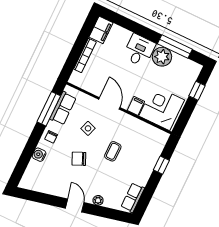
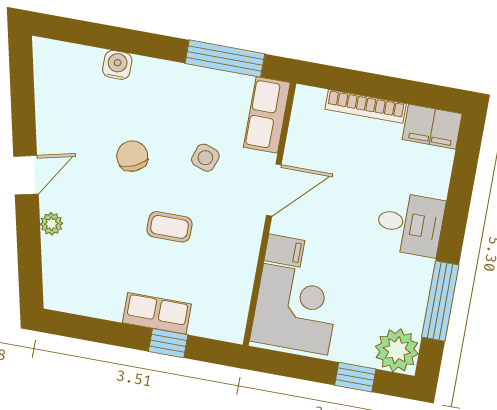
plant: (162, 57) -> (397, 350), moved
row of seats: (63, 108) -> (267, 115), moved, turned 90
chair: (51, 137) -> (164, 81), removed
row of seats: (133, 198) -> (157, 313), moved

